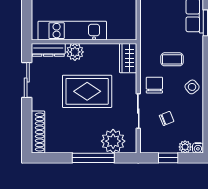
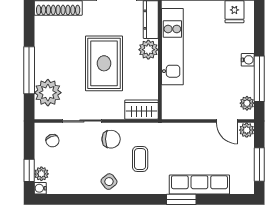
chair: (167, 118) -> (52, 141), moved
window: (168, 158) -> (29, 170), moved

